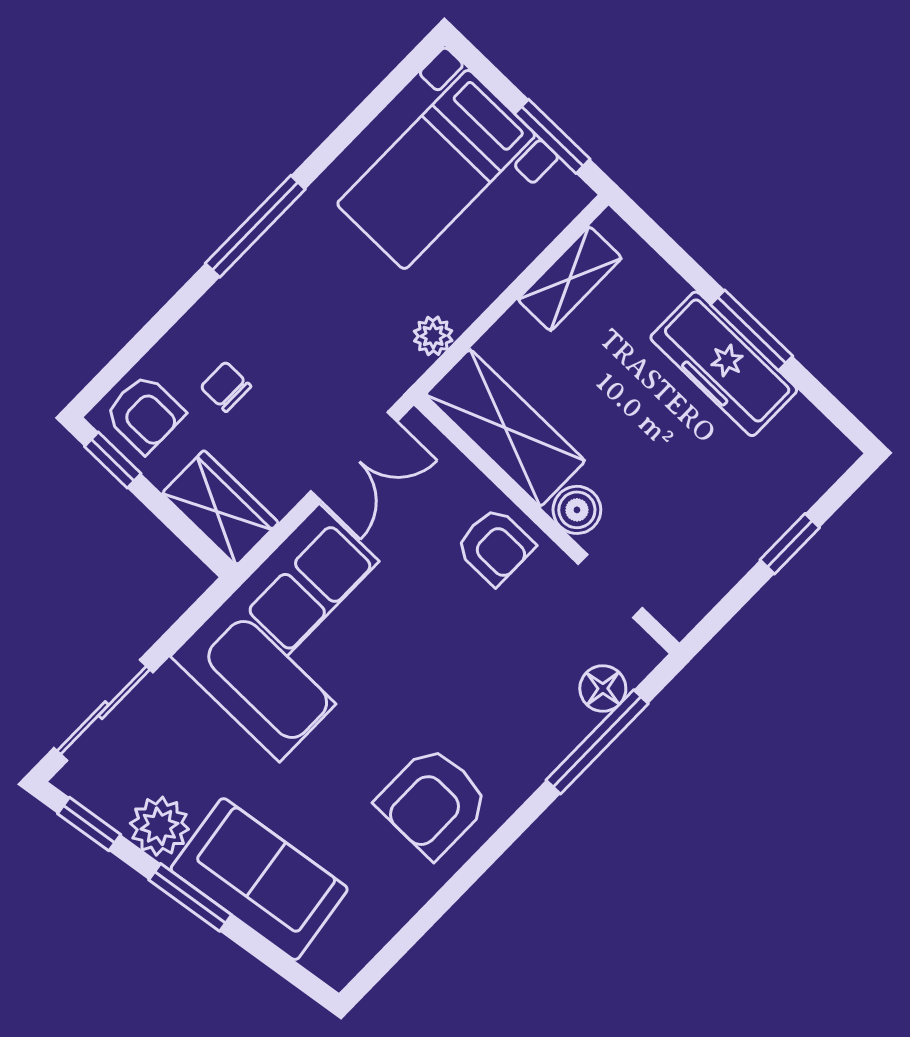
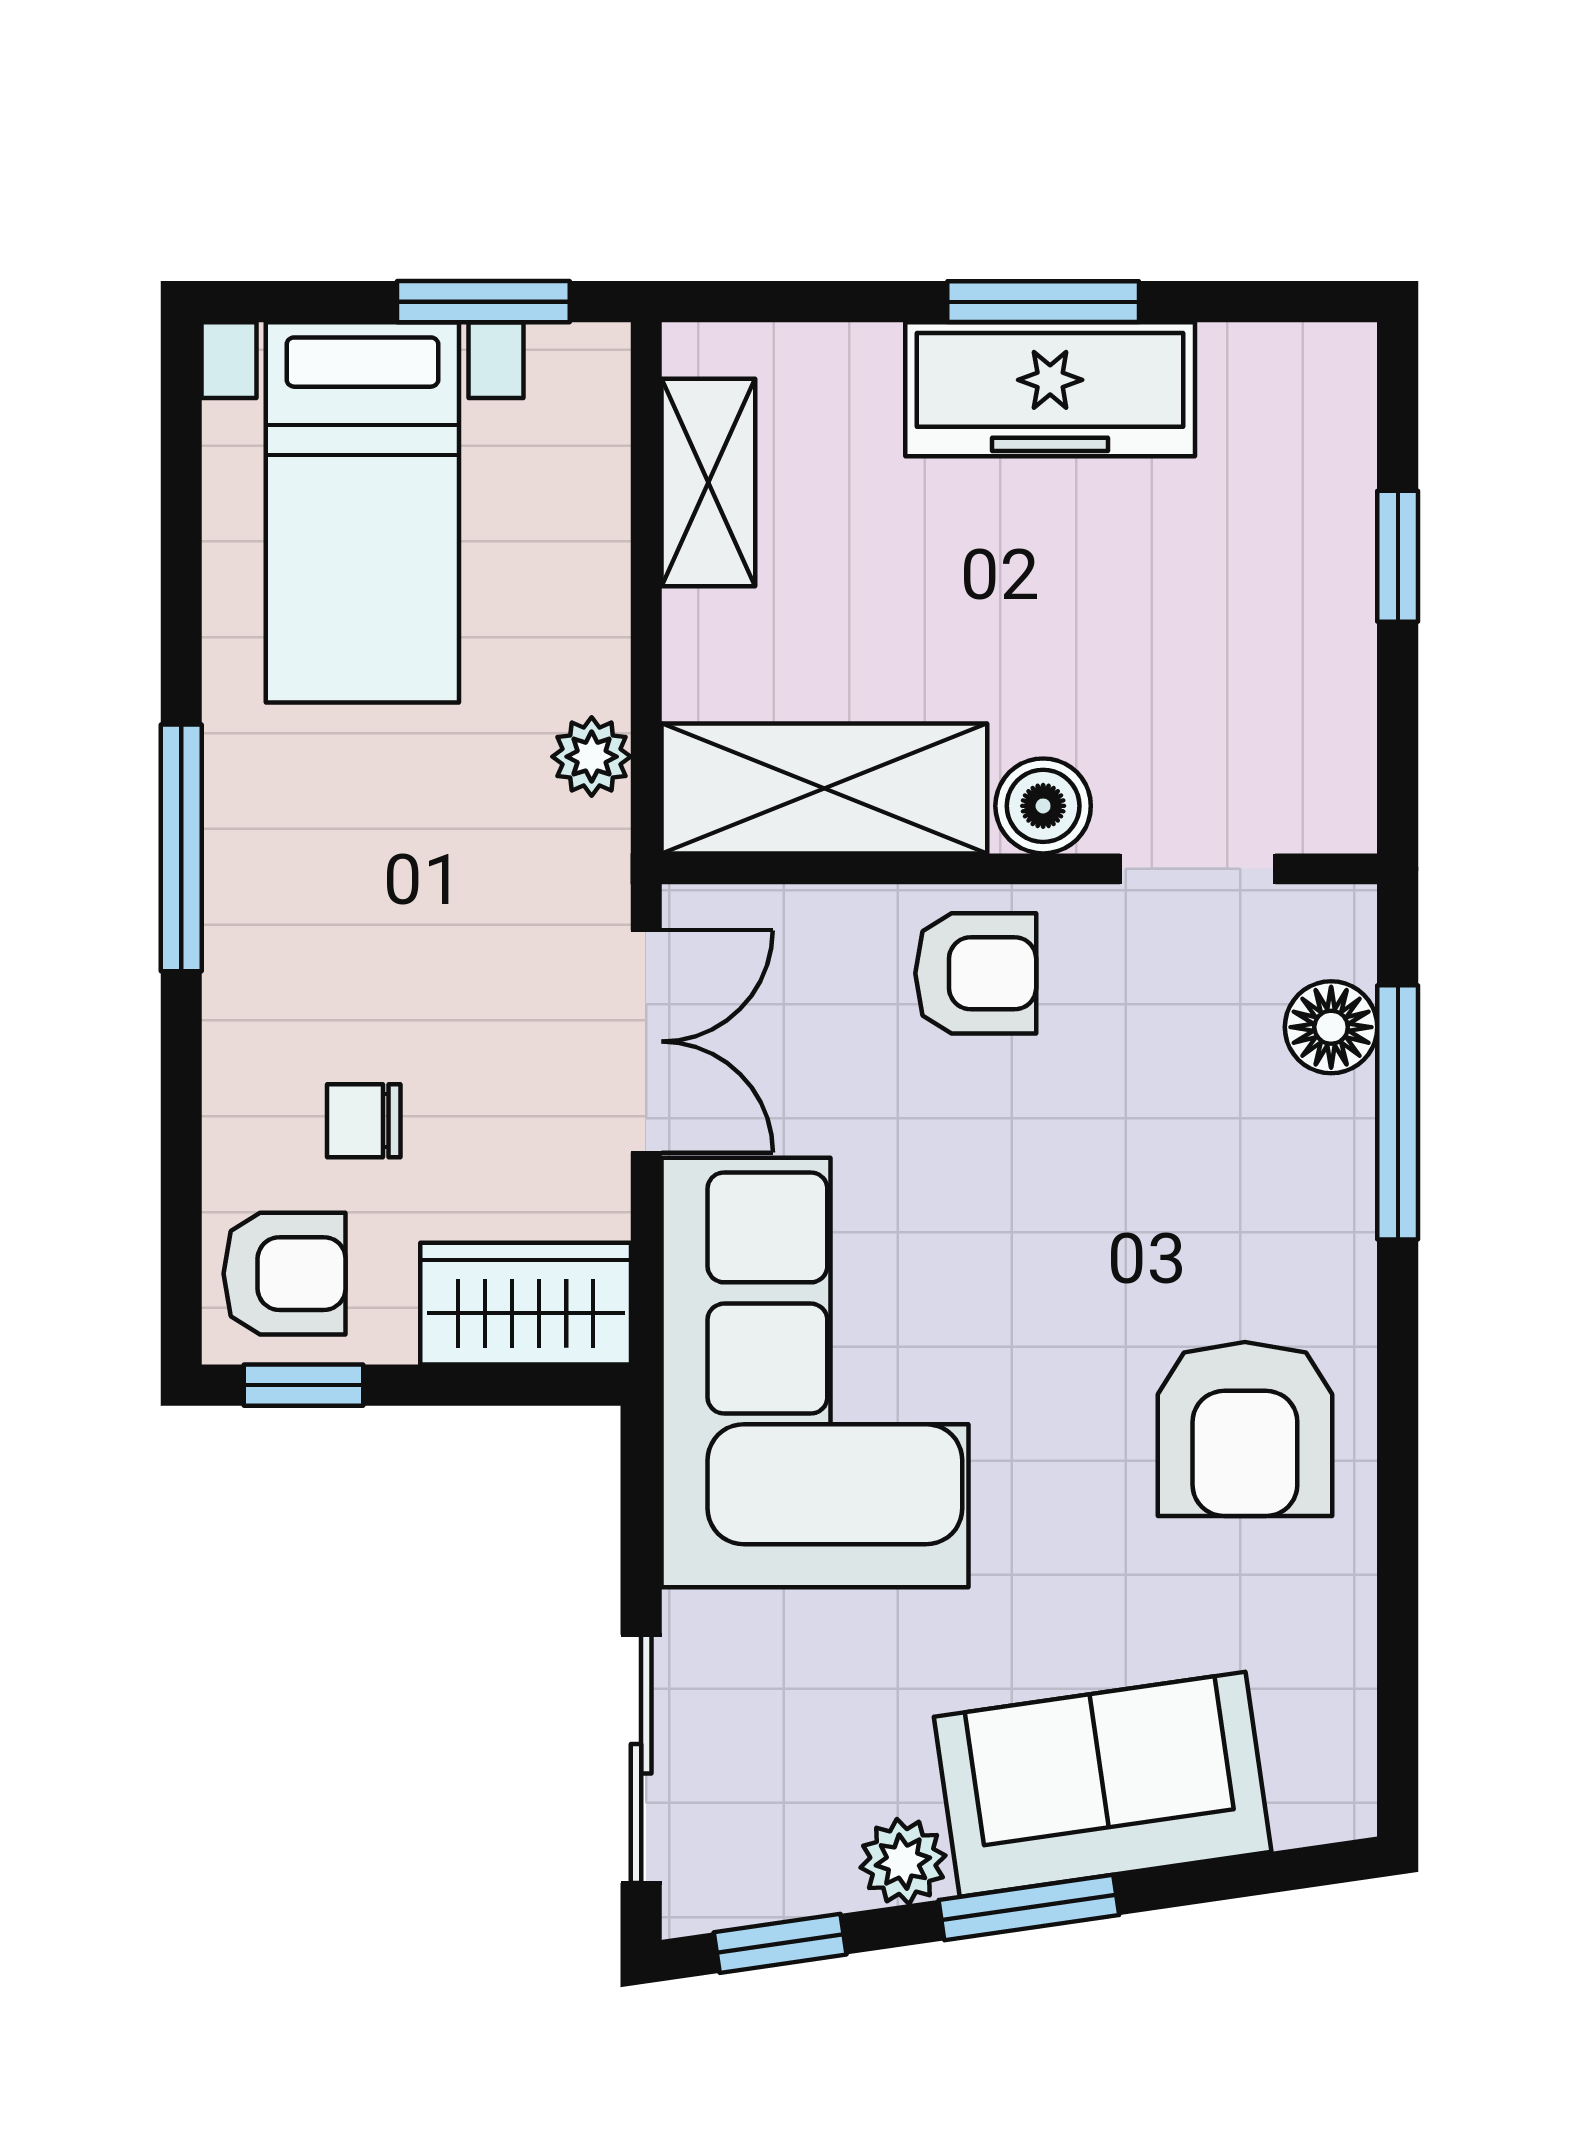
plant: (159, 826) -> (903, 1862), width x0.73, depth x0.73

